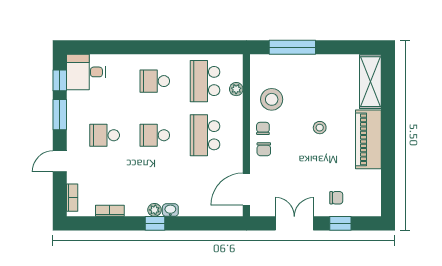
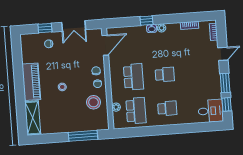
school desk: (105, 135) -> (196, 72), removed
window: (155, 223) -> (147, 21), moved

